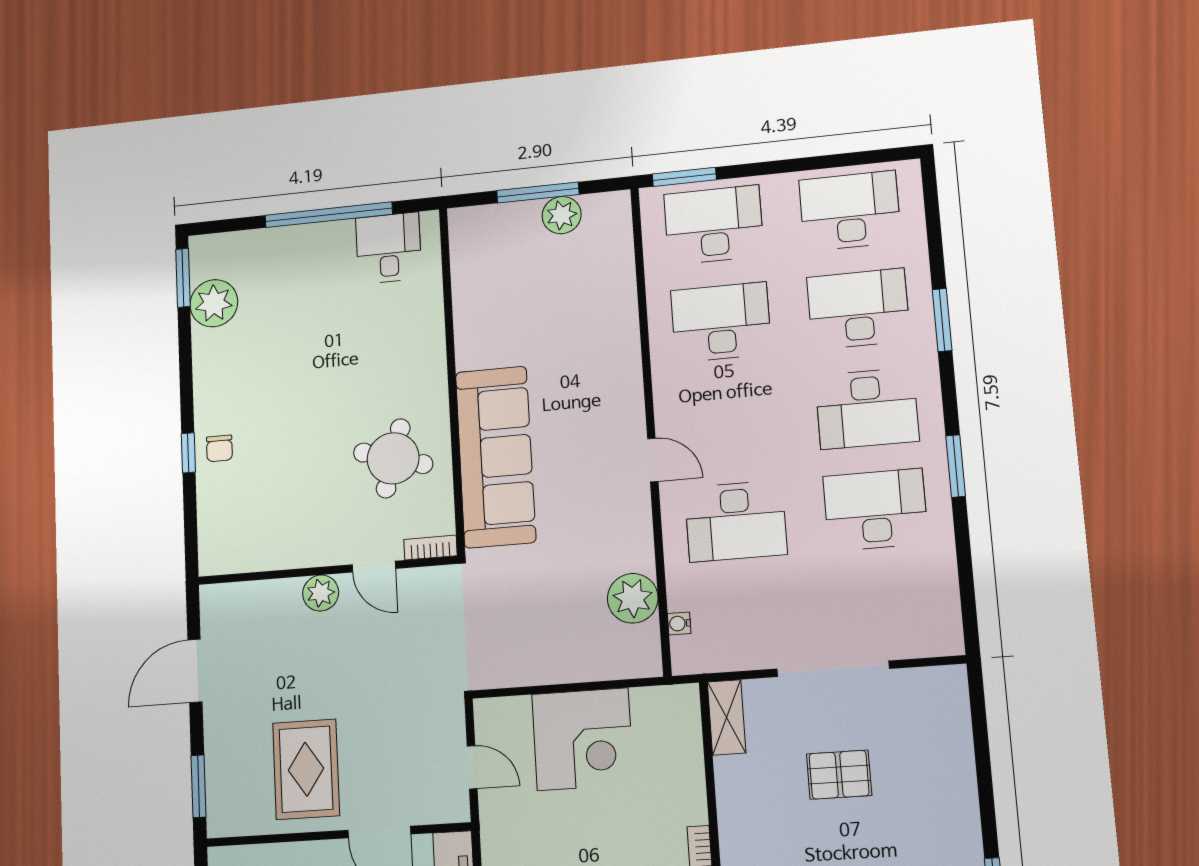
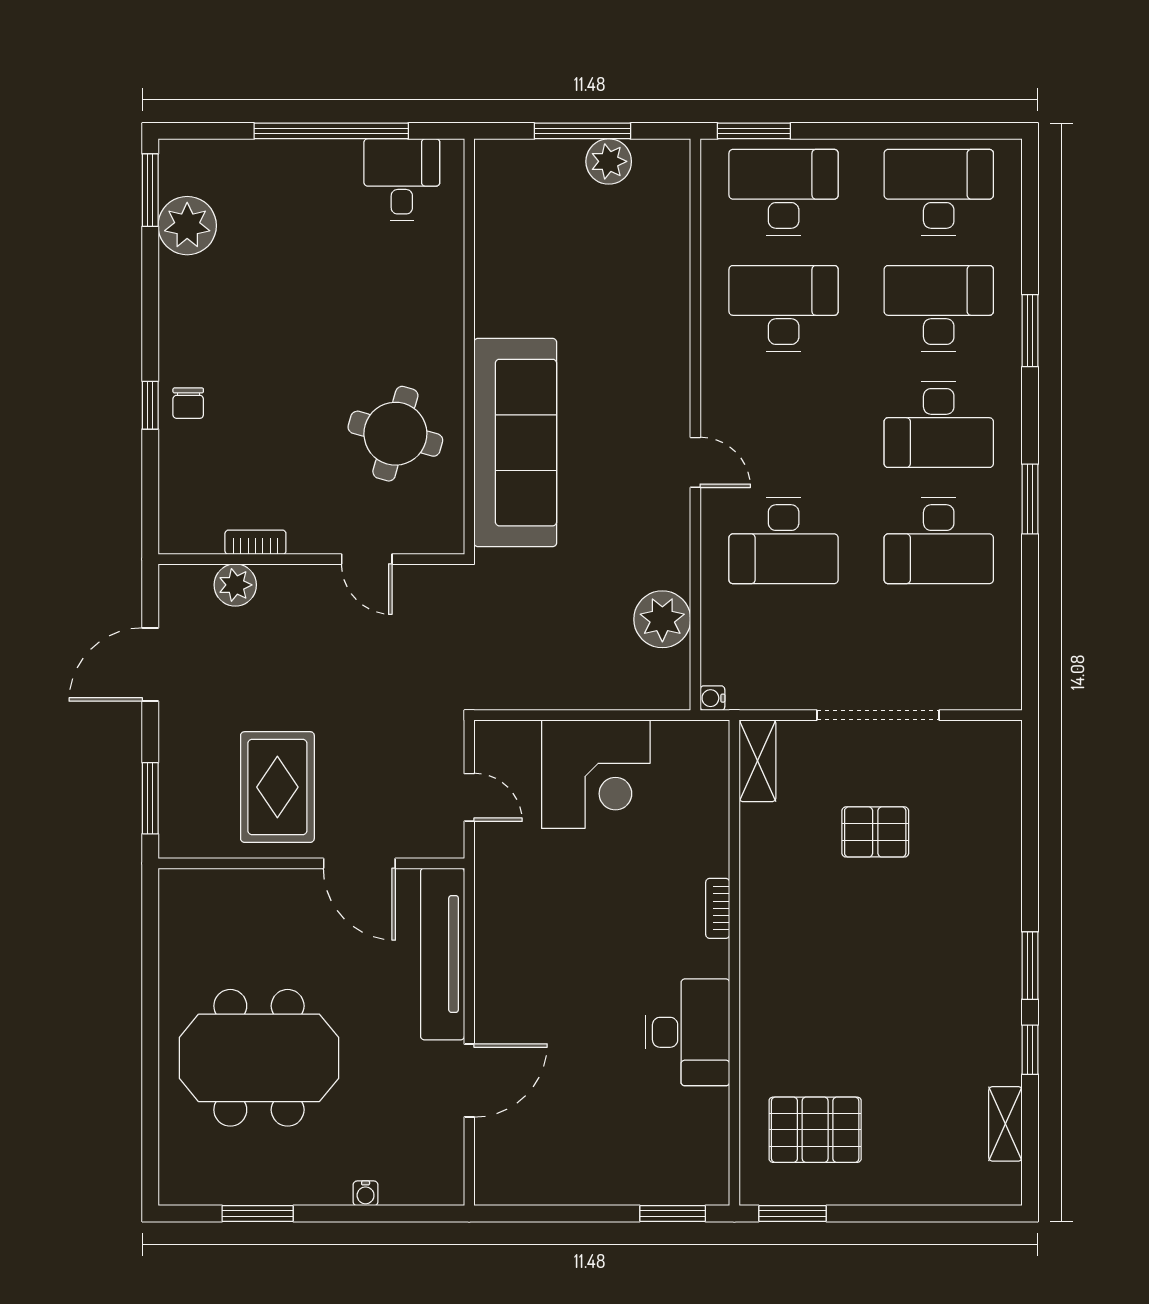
desk: (875, 510) -> (939, 541), turned 180
bookcase: (430, 548) -> (255, 542), moved
plant: (321, 593) -> (235, 585), moved
water cooler: (679, 623) -> (712, 698), moved

